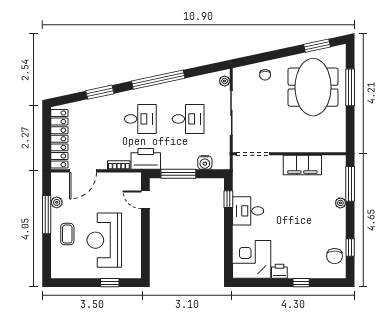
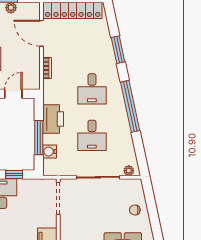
printer: (146, 159) -> (53, 119), moved
window: (178, 174) -> (39, 138), moved

